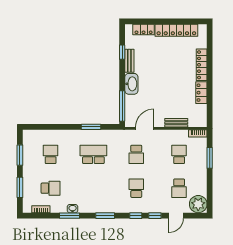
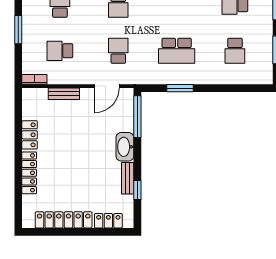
school desk: (179, 154) -> (60, 51), turned 90
window: (210, 158) -> (18, 30), moved

